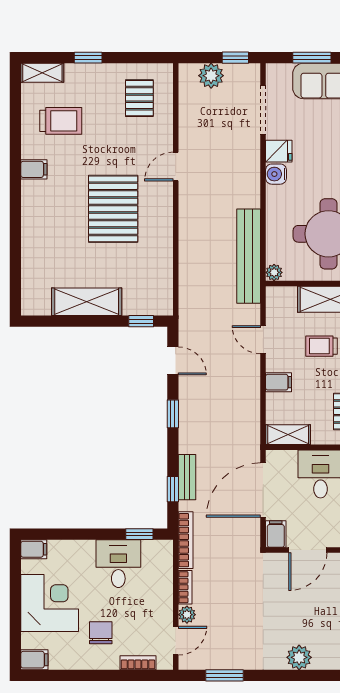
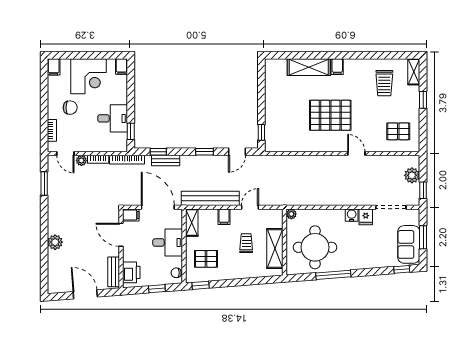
filing cabinet: (34, 169) -> (337, 67), moved
bench: (249, 256) -> (210, 198), moved
shelving: (87, 302) -> (309, 67), moved, turned 90
plant: (299, 657) -> (55, 242), moved

